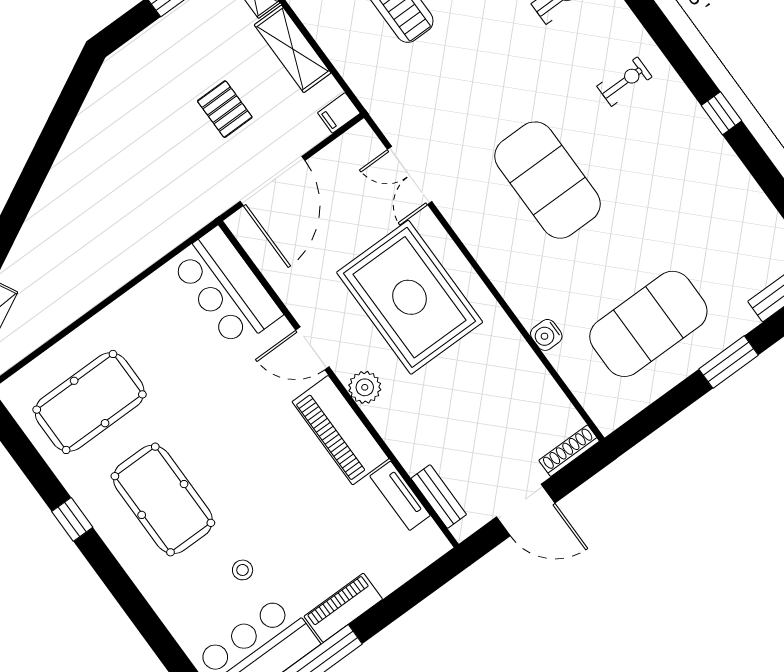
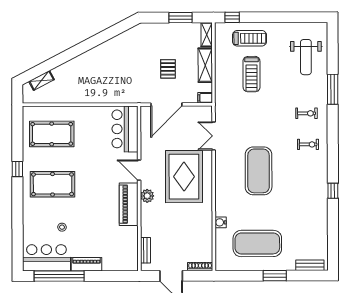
exercise bike: (624, 81) -> (308, 144), moved
tv unit: (400, 496) -> (133, 241), removed
pool table: (163, 499) -> (53, 184), turned 90

